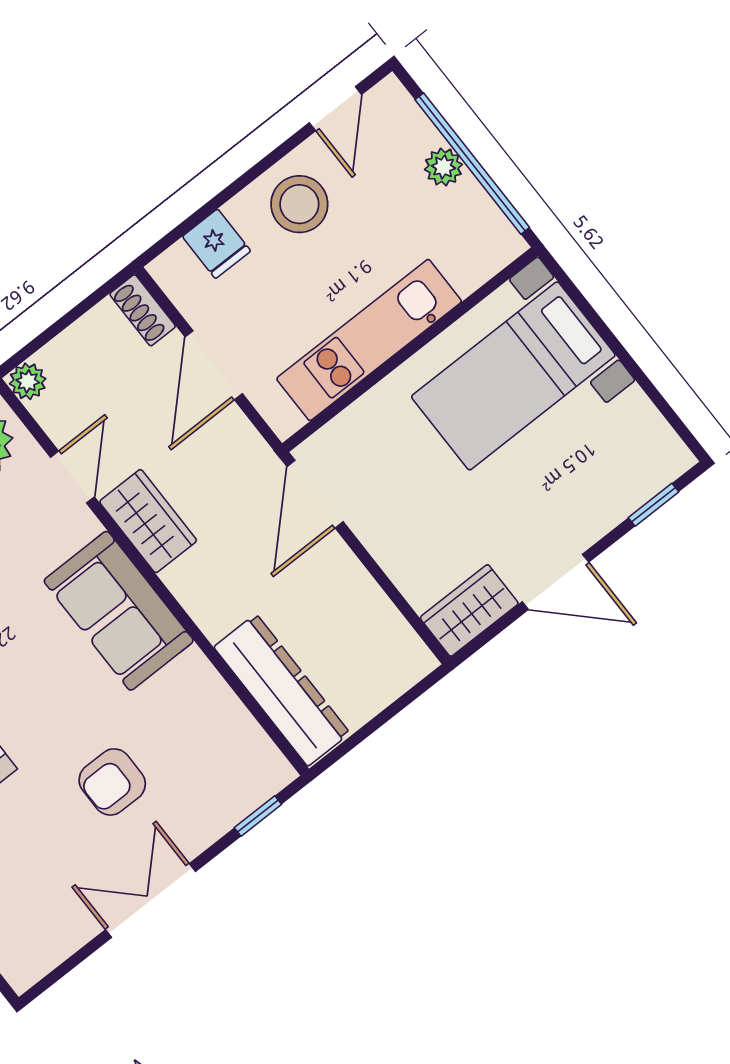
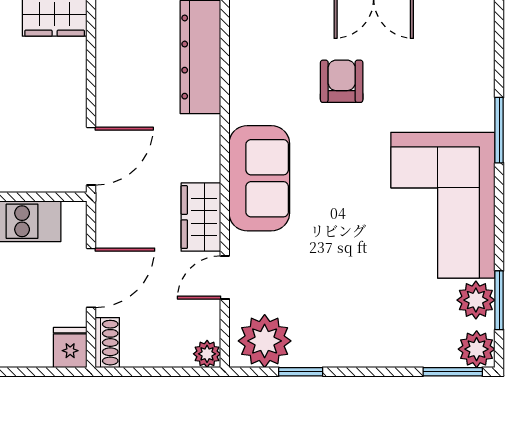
fridge: (216, 244) -> (70, 347), moved
armchair: (112, 782) -> (342, 81), turned -90

